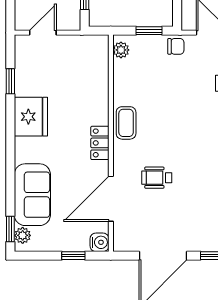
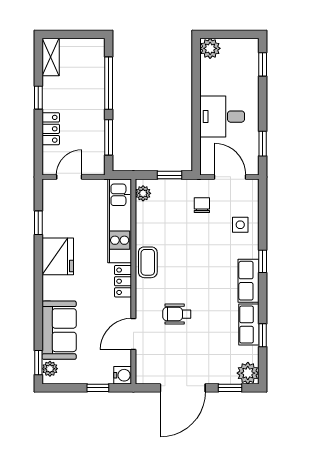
chair: (176, 46) -> (202, 205), moved, turned -90
kitchen unit: (96, 79) -> (120, 221), added
door: (111, 199) -> (133, 334), width x0.73

